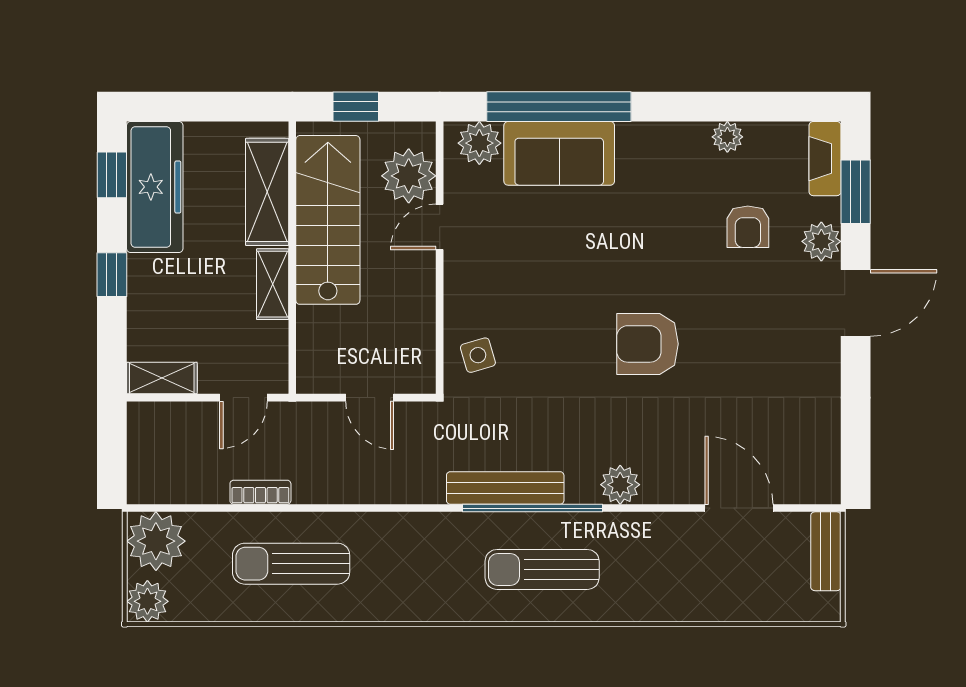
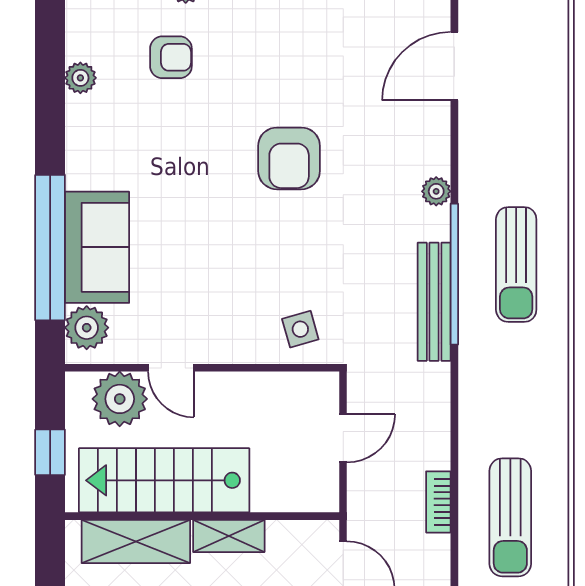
plant: (620, 485) -> (436, 191), width x0.73, depth x0.73
bookcase: (260, 492) -> (438, 502), moved

